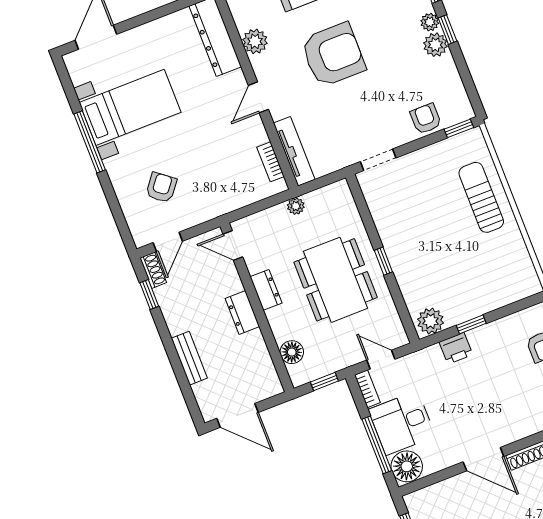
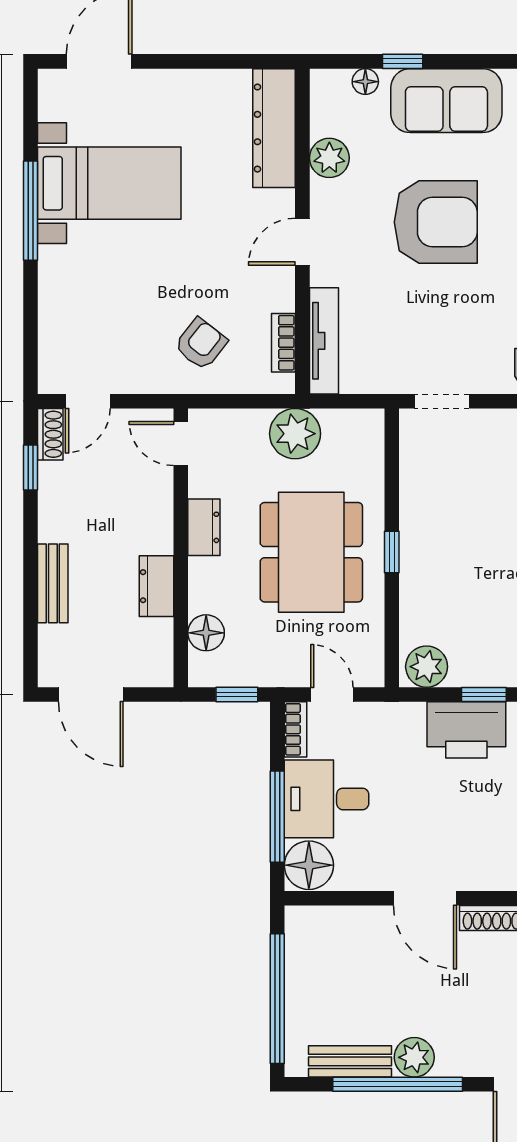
armchair: (161, 187) -> (201, 344), moved
plant: (296, 206) -> (295, 434), width x1.88, depth x1.88
dresser: (242, 313) -> (156, 586), moved
printer: (456, 348) -> (466, 730), width x1.87, depth x1.48

